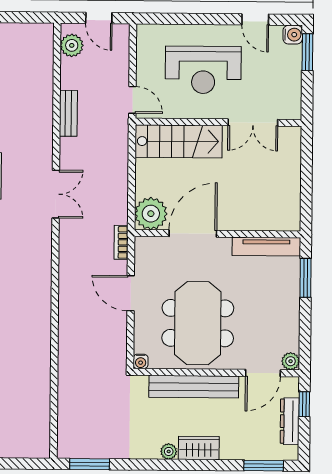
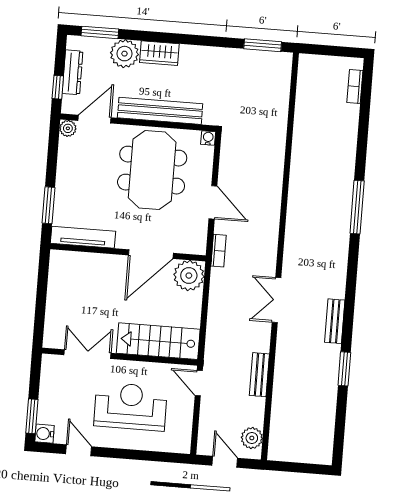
plant: (169, 451) -> (124, 54), moved, width x1.88, depth x1.88

